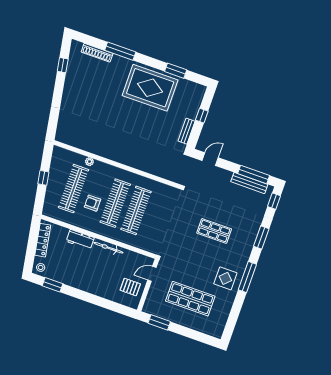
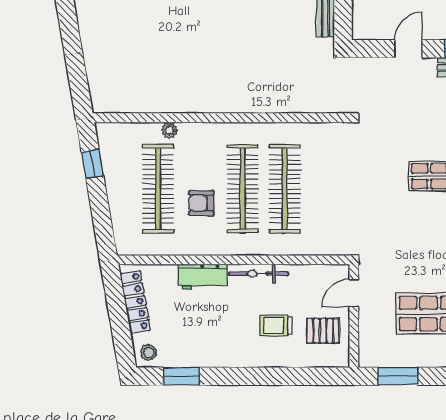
door: (210, 159) -> (408, 49), moved
window: (43, 178) -> (92, 164), moved
trolley: (108, 276) -> (276, 325), added

